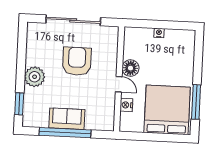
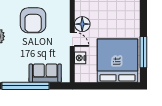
armchair: (77, 61) -> (33, 20), turned 180
sofa: (67, 119) -> (45, 73), moved

